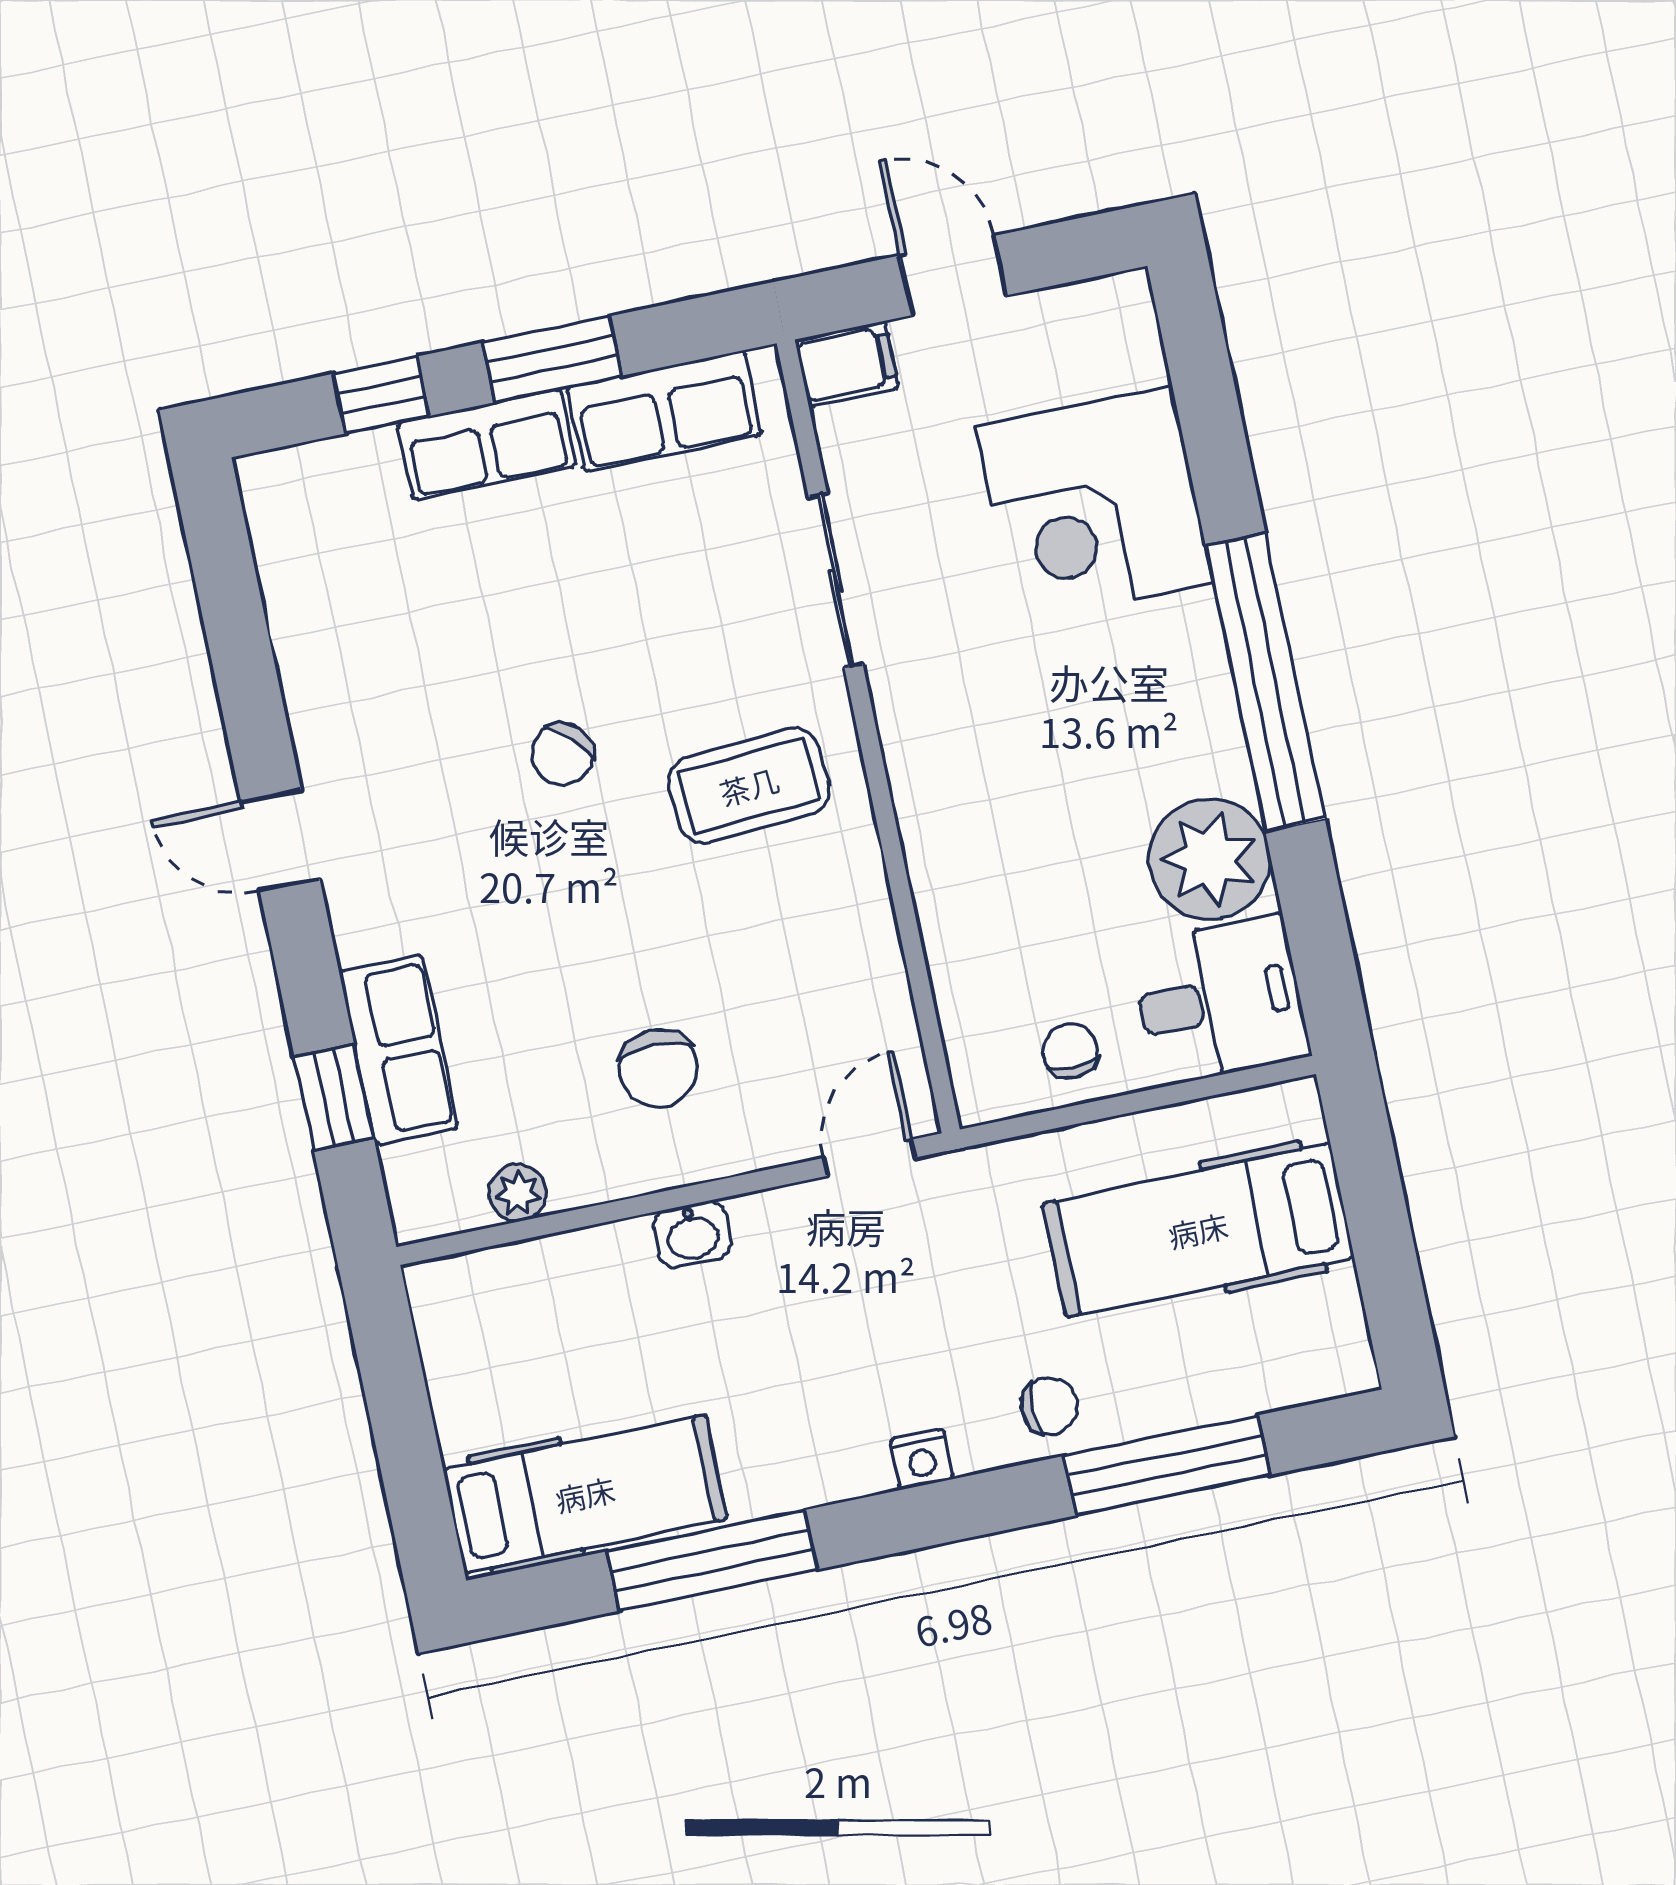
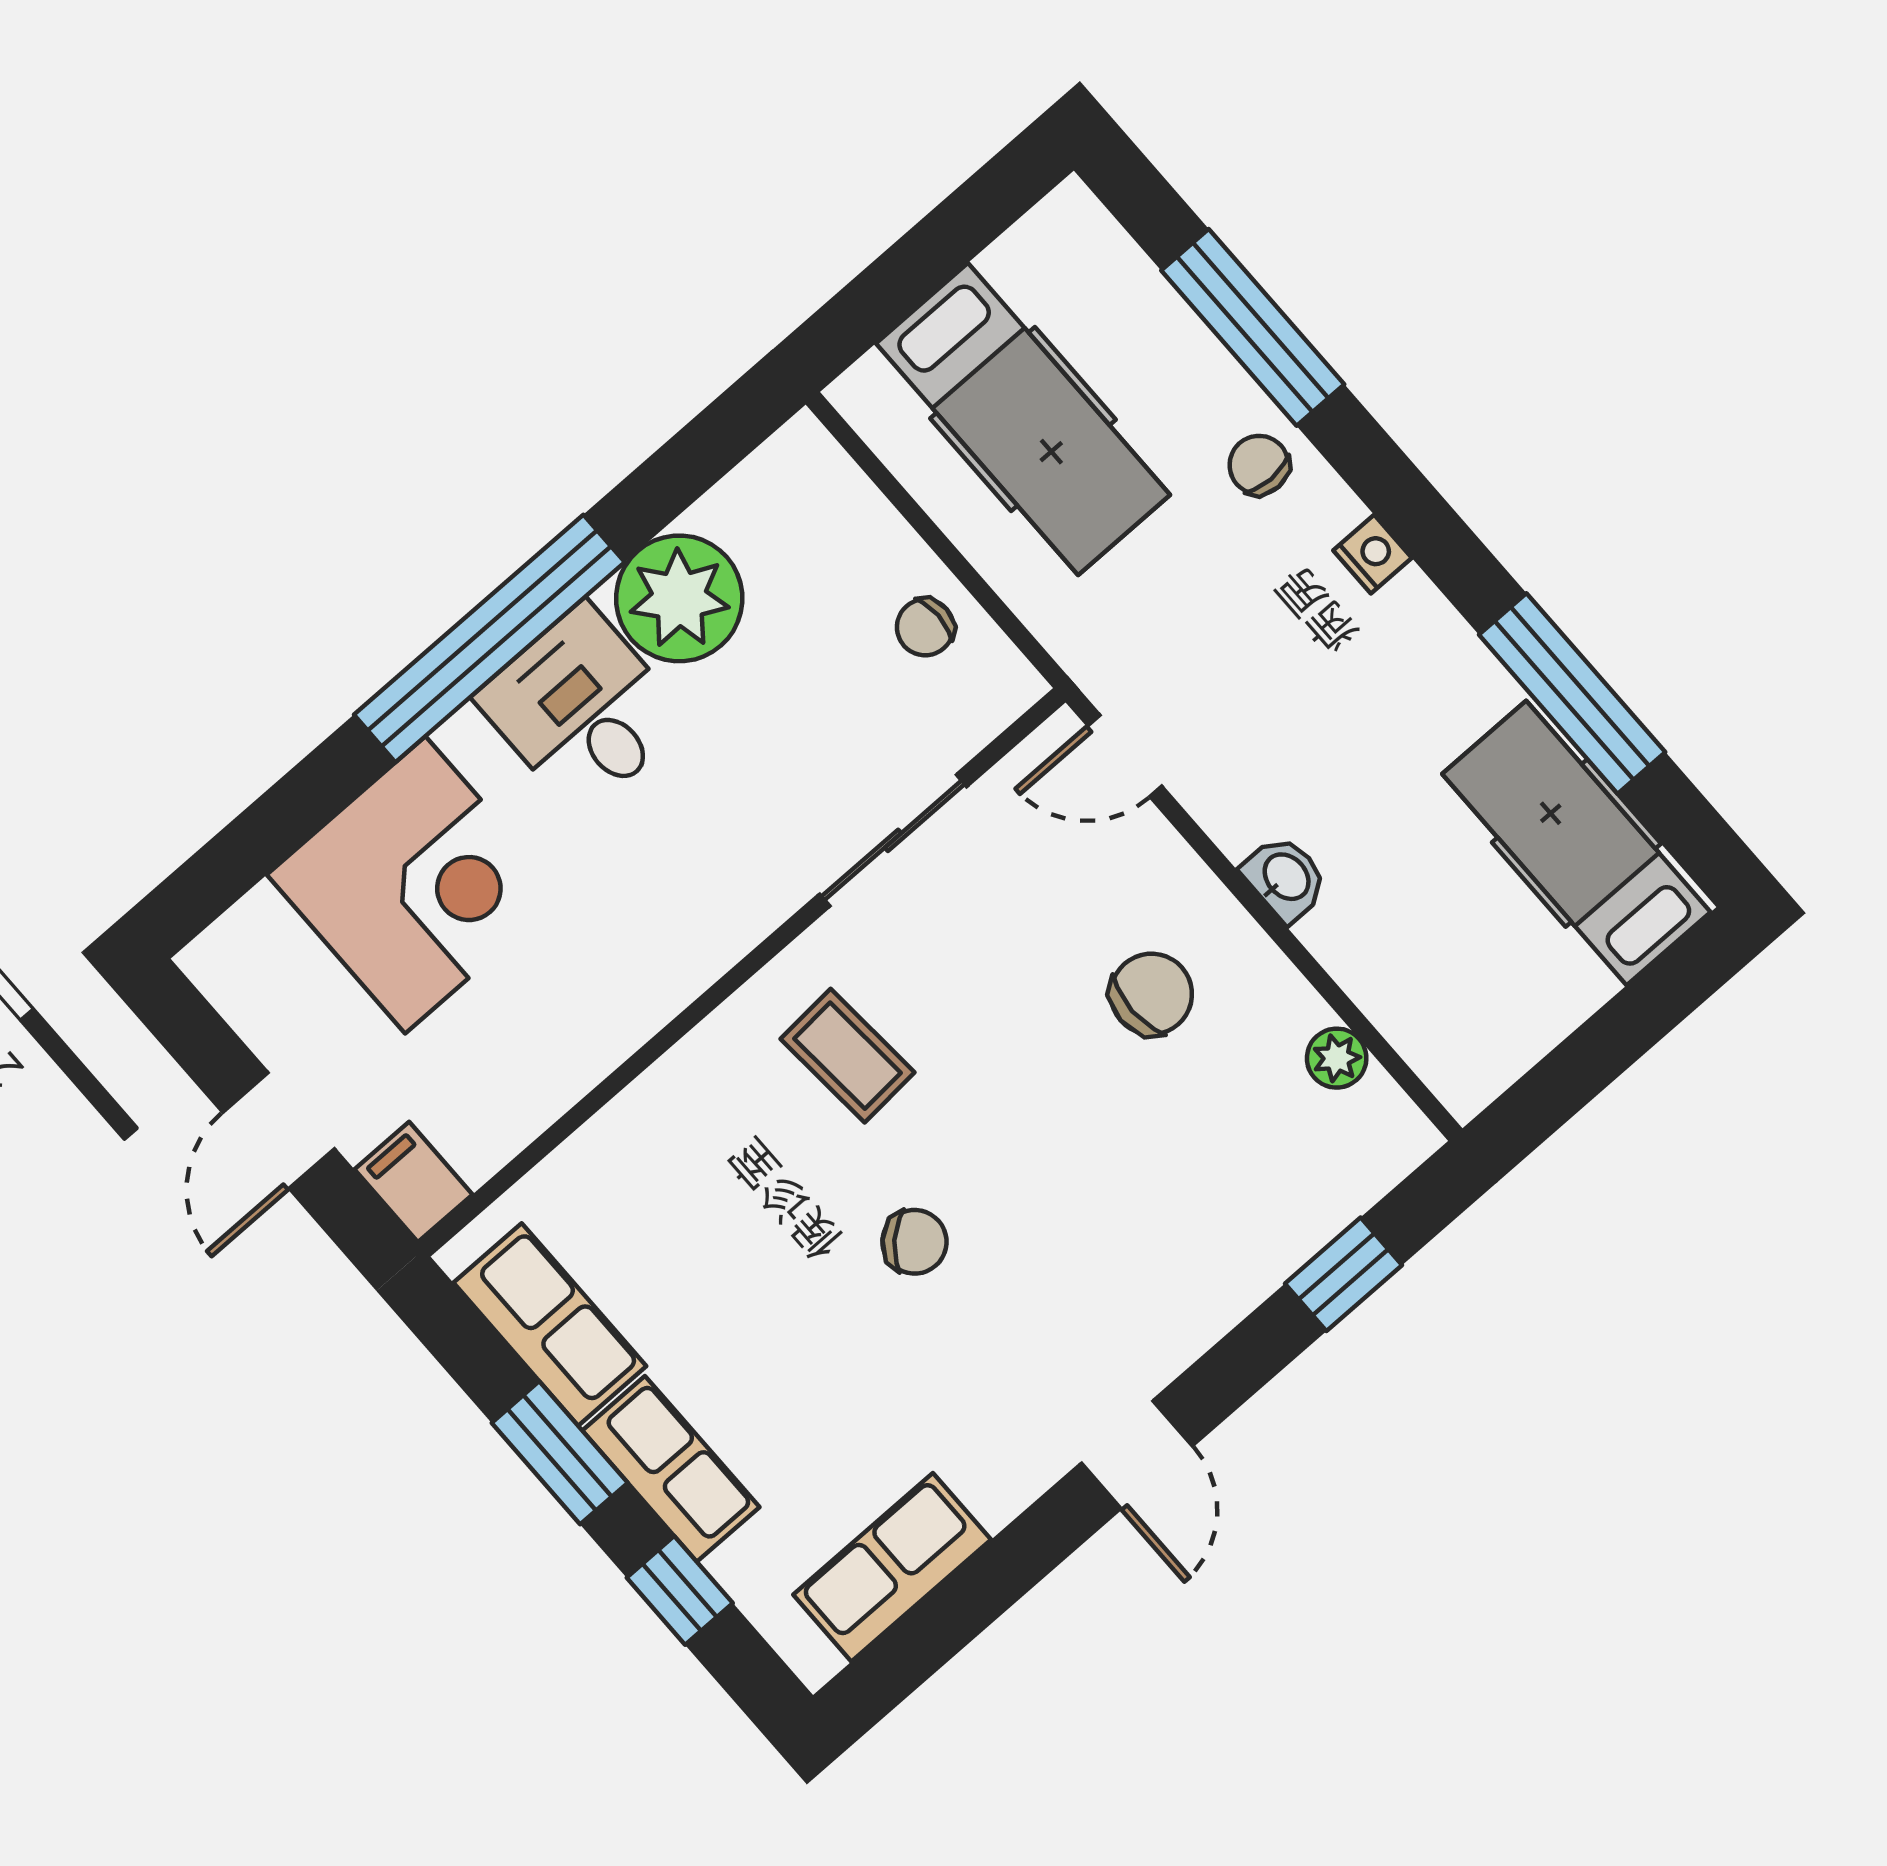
sliding door: (836, 580) -> (893, 840), moved
coffee table: (749, 786) -> (848, 1056), width x0.73, depth x0.77
desk: (1220, 1000) -> (582, 709), moved
row of seats: (398, 1050) -> (892, 1567), moved

